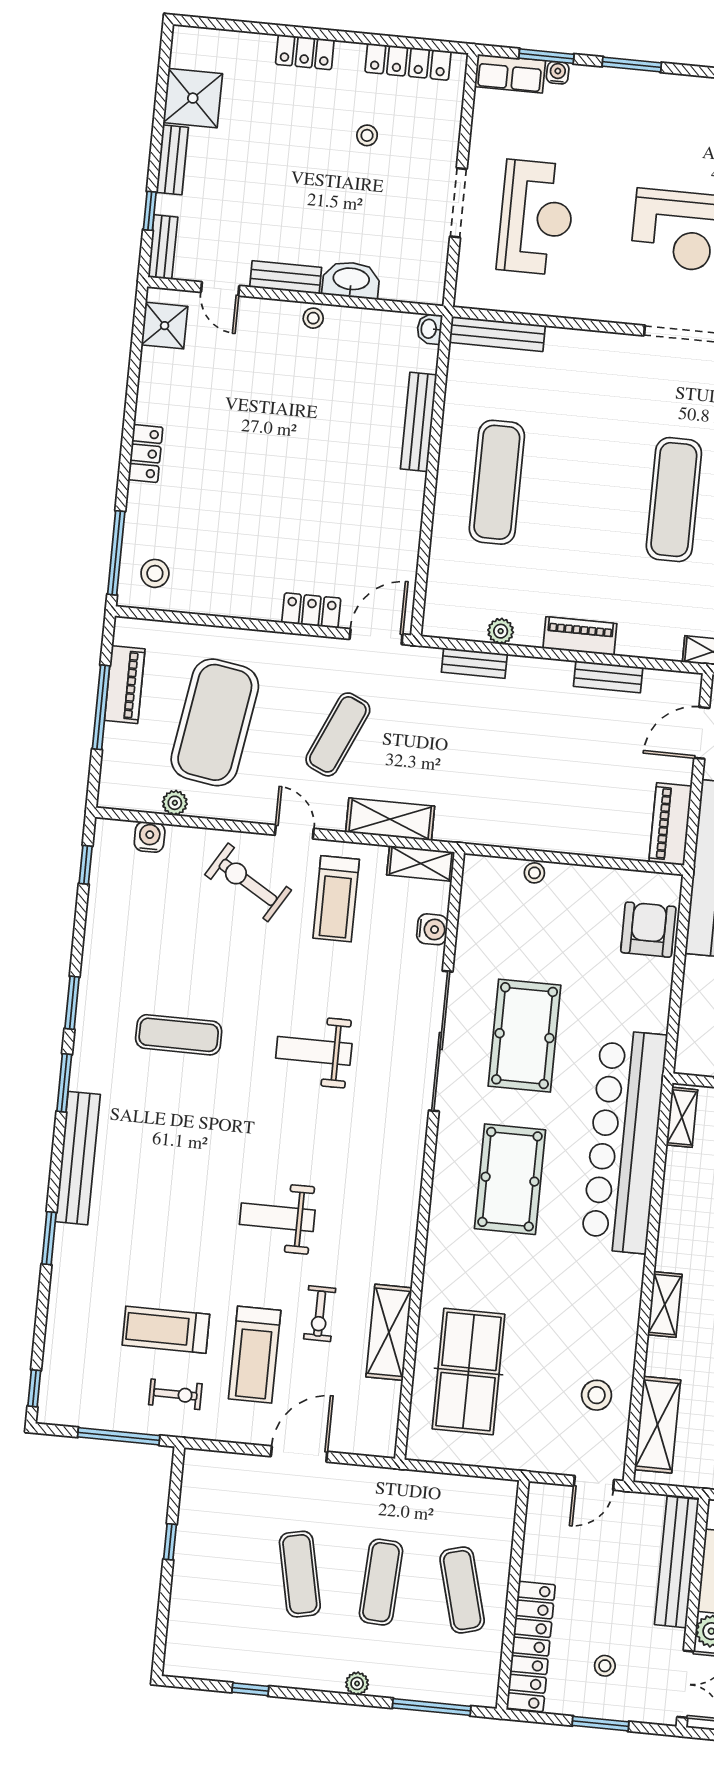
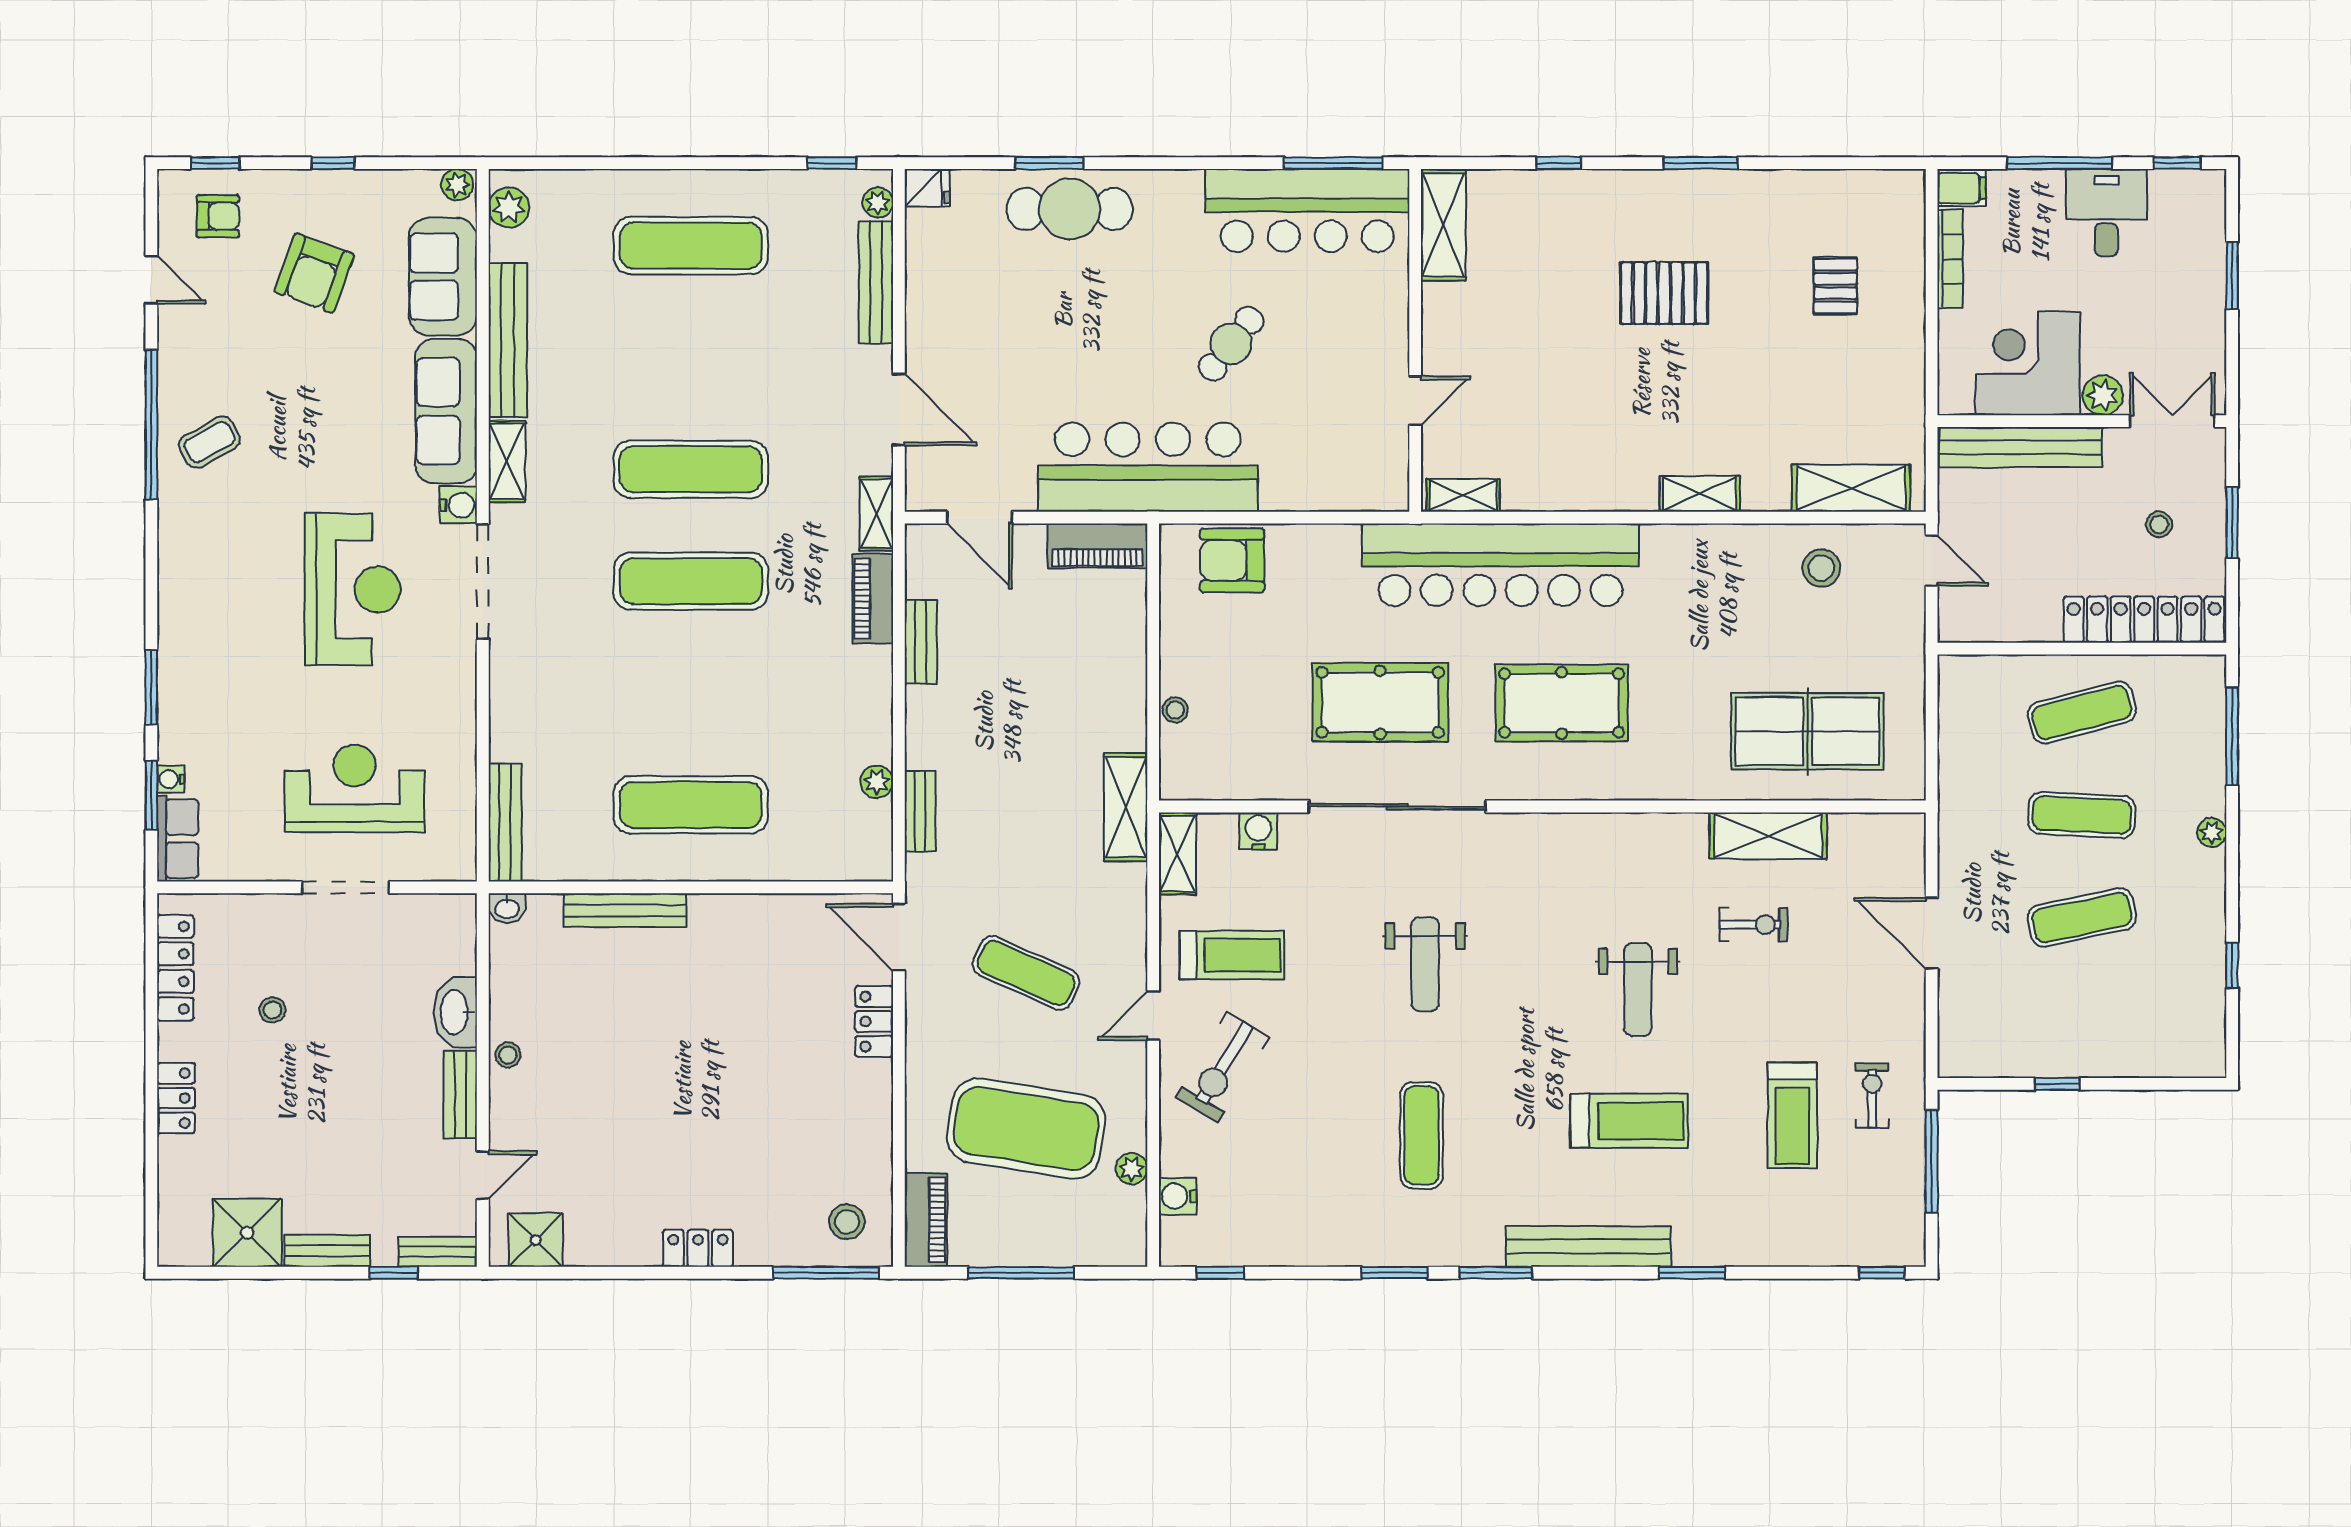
piano: (580, 636) -> (873, 599), moved
piano: (125, 685) -> (926, 1220), moved, turned 90
shelving: (390, 819) -> (1126, 807), moved
treadmill: (255, 1355) -> (1629, 1121), moved

